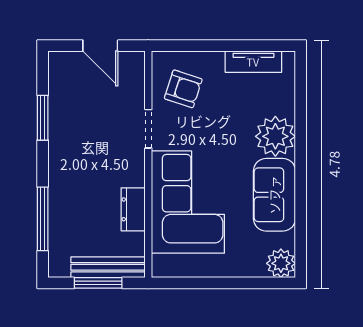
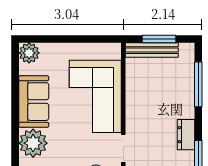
dresser: (133, 209) -> (186, 135), moved, turned 180

